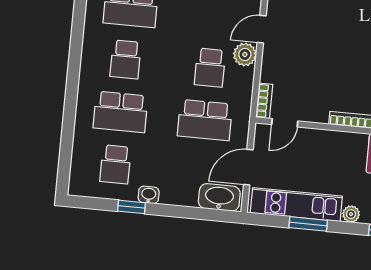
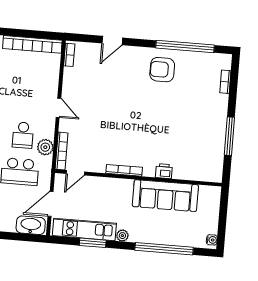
door: (262, 29) -> (58, 108), swing flipped
plant: (245, 54) -> (45, 147), moved
bookcase: (264, 101) -> (62, 151), width x1.56

